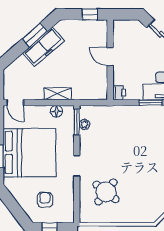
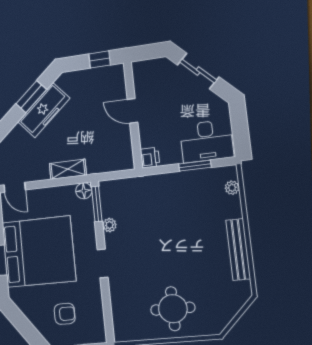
floor lamp: (56, 111) -> (84, 191), moved
plant: (85, 124) -> (109, 225), moved
round table: (106, 192) -> (173, 309), moved, turned -38
armchair: (45, 200) -> (65, 314), turned 90

